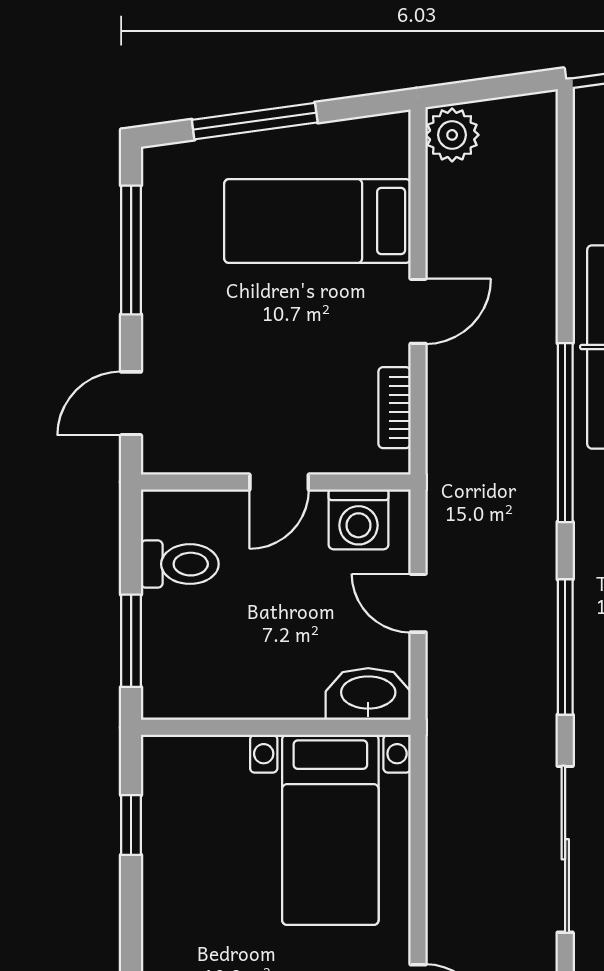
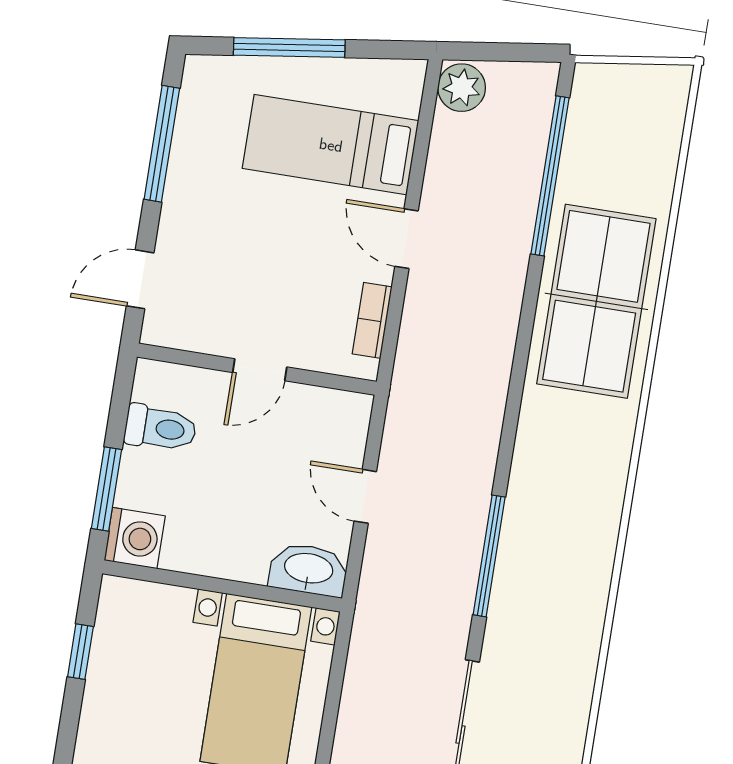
door: (418, 311) -> (407, 239), swing flipped
window: (565, 433) -> (550, 176), moved
washing machine: (359, 519) -> (135, 538), moved, turned -90

